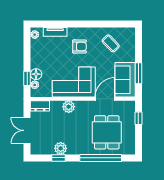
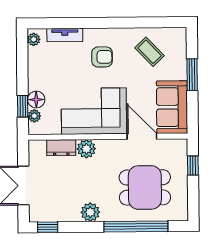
window: (138, 73) -> (192, 75), moved
door: (105, 99) -> (142, 136), hinge flipped
dresser: (40, 106) -> (61, 148), moved
dining table: (107, 132) -> (145, 187), turned 90
plant: (61, 148) -> (90, 212), moved
window: (59, 158) -> (48, 227), moved

